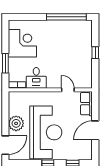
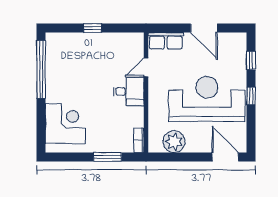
corner desk: (22, 43) -> (65, 124), moved, turned 90
desk: (36, 78) -> (129, 92), moved
plant: (16, 123) -> (174, 142), moved

